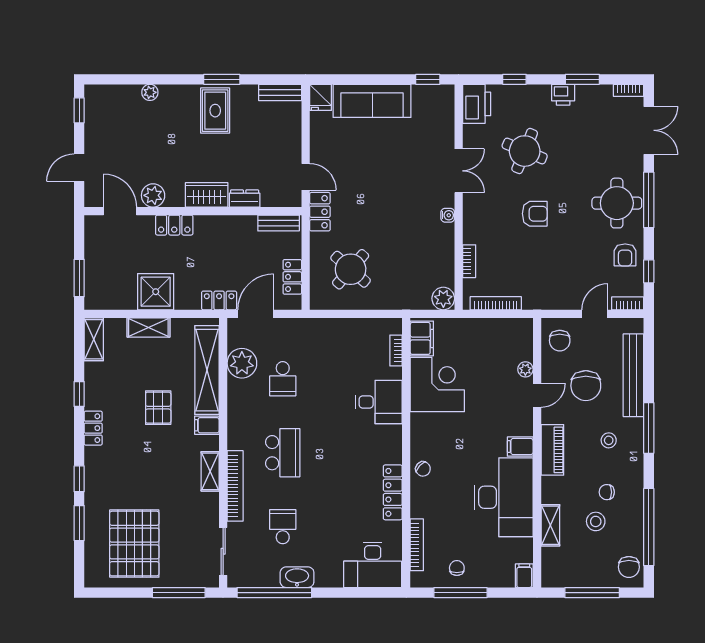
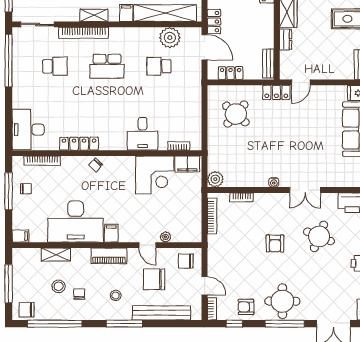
washbasin: (297, 577) -> (19, 76), removed

